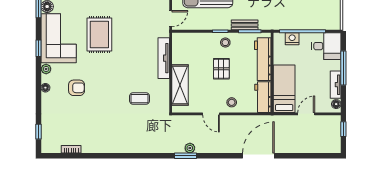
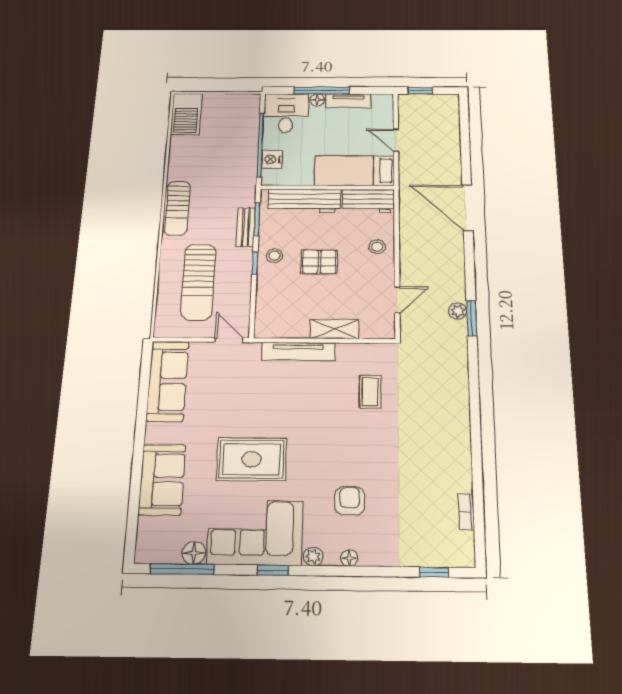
shelving: (180, 85) -> (335, 329), width x0.67, depth x0.75
floor lamp: (336, 104) -> (317, 100), moved
door: (211, 114) -> (397, 300), moved

